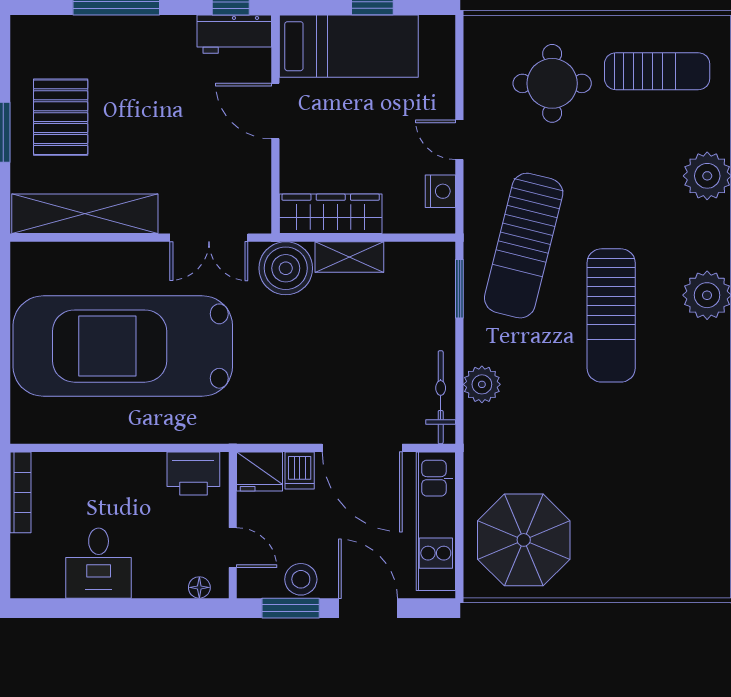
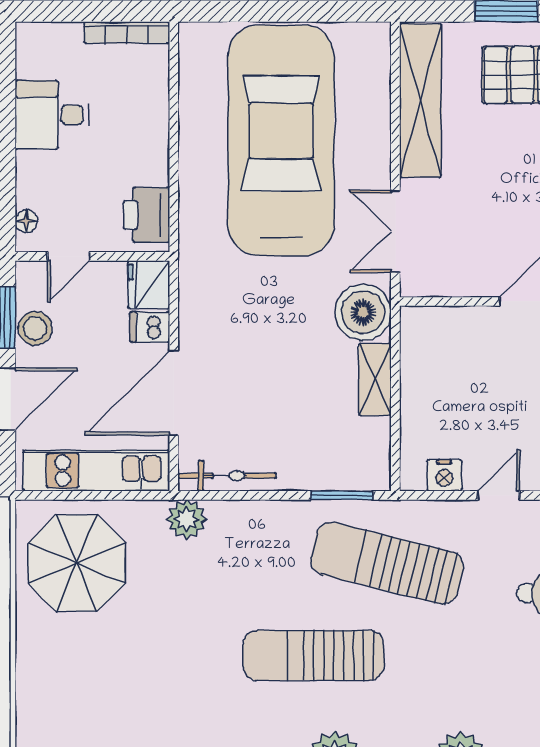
wardrobe: (331, 214) -> (420, 360), removed
plant: (482, 384) -> (187, 519), moved

